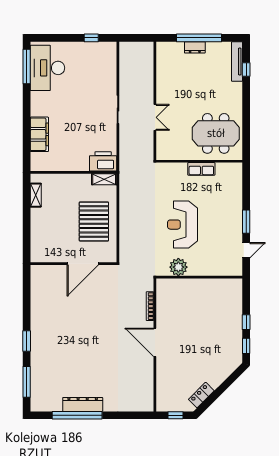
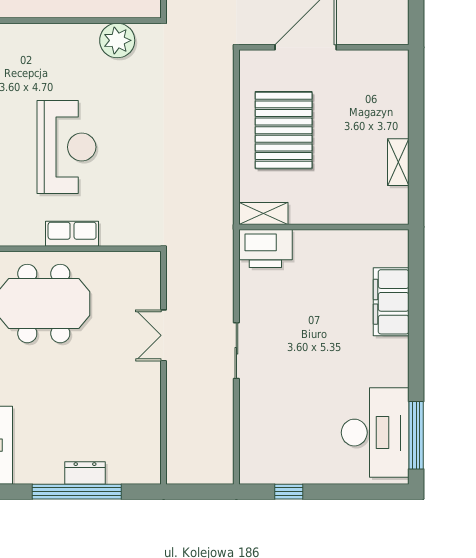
shelving: (36, 195) -> (398, 162), moved
reception desk: (183, 225) -> (66, 147), moved

